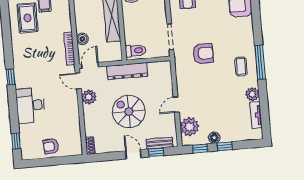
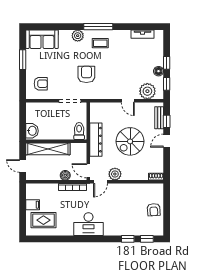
window: (10, 77) -> (128, 239), moved
plant: (252, 94) -> (78, 36), moved
desk: (30, 105) -> (88, 224), moved

